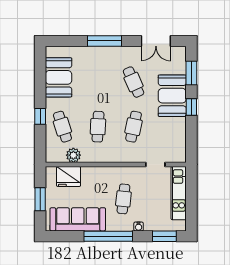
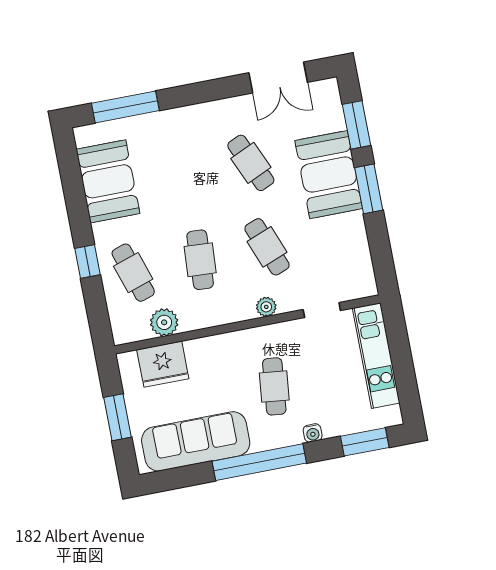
window: (105, 41) -> (125, 107), moved
window: (191, 107) -> (369, 189), width x1.50
cafe table: (134, 127) -> (267, 247), turned -33
plant: (127, 157) -> (266, 307), added

